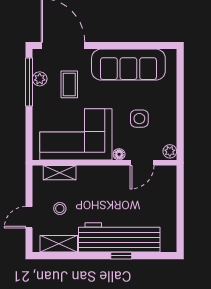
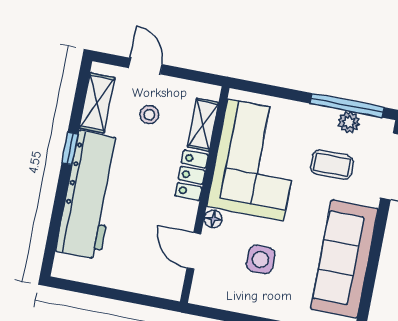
plant: (170, 151) -> (203, 295), removed
locker: (94, 174) -> (192, 175), added
window: (121, 256) -> (70, 148), moved

